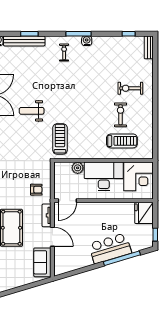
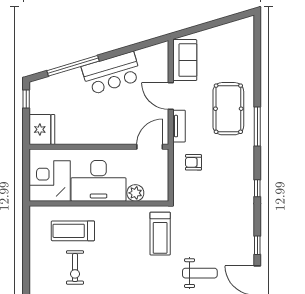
bar counter: (110, 248) -> (112, 73), moved

